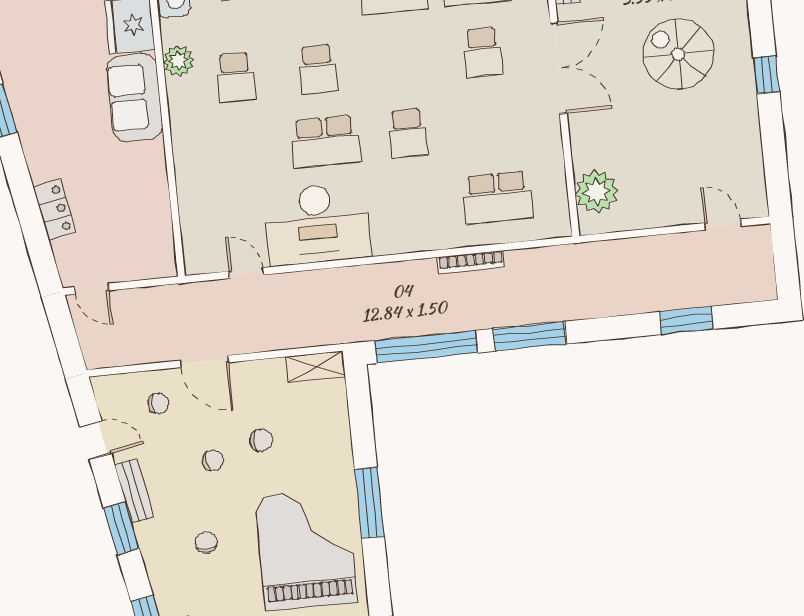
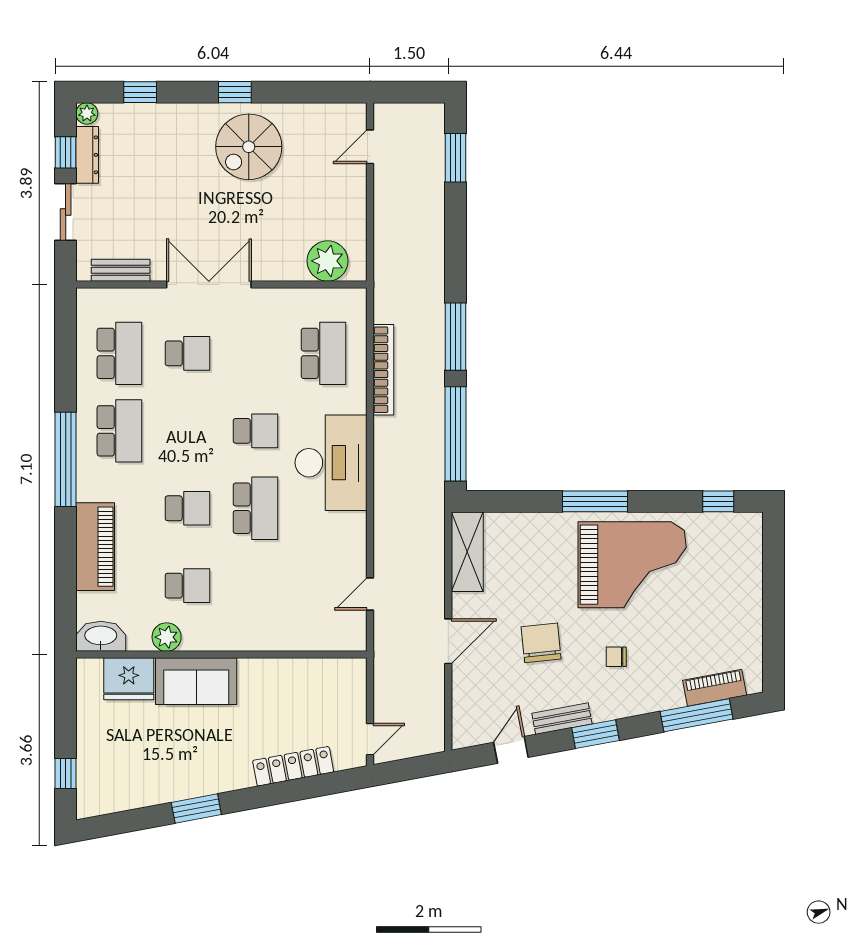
spiral stairs: (678, 54) -> (249, 147), moved
locker: (54, 210) -> (293, 766), width x1.53
desk: (317, 224) -> (331, 463), moved
bookcase: (471, 262) -> (383, 370), width x1.48, depth x1.31
window: (687, 320) -> (455, 158), moved
shelving: (316, 366) -> (467, 552), width x1.50, depth x1.33
chair: (158, 403) -> (483, 688), removed
chair: (261, 440) -> (527, 596), removed
chair: (213, 461) -> (541, 643), width x1.87, depth x1.87
grand piano: (306, 549) -> (632, 565), turned 180

